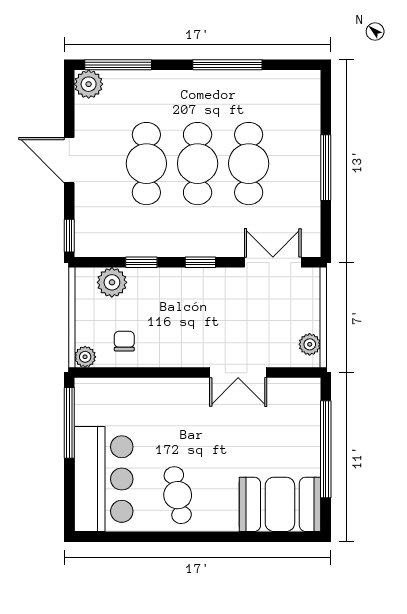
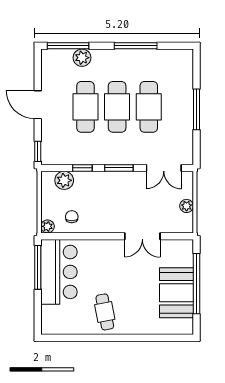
plant: (89, 84) -> (82, 58), moved
window: (200, 262) -> (119, 168), width x1.50
double door: (273, 262) -> (164, 168), swing flipped
plant: (310, 344) -> (187, 206), moved
bar counter: (104, 479) -> (59, 272), moved
booth: (280, 504) -> (176, 293), moved, turned 90

